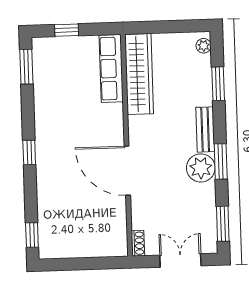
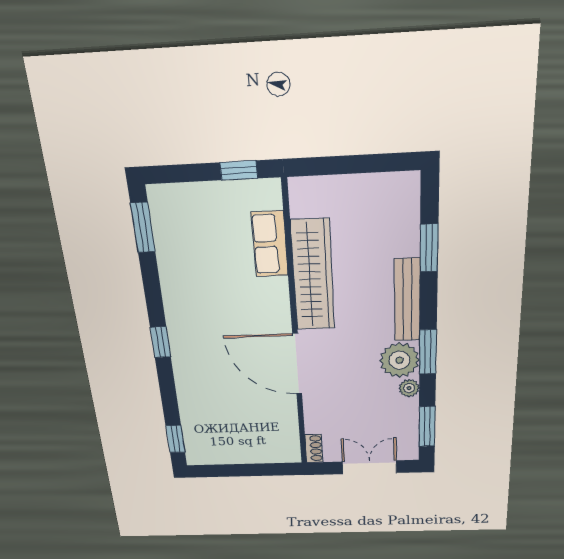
window: (67, 30) -> (239, 170), moved
plant: (204, 46) -> (409, 388), moved
row of seats: (111, 69) -> (270, 244), width x0.68
wardrobe: (139, 74) -> (313, 275), moved
bench: (205, 129) -> (407, 300), width x1.36

